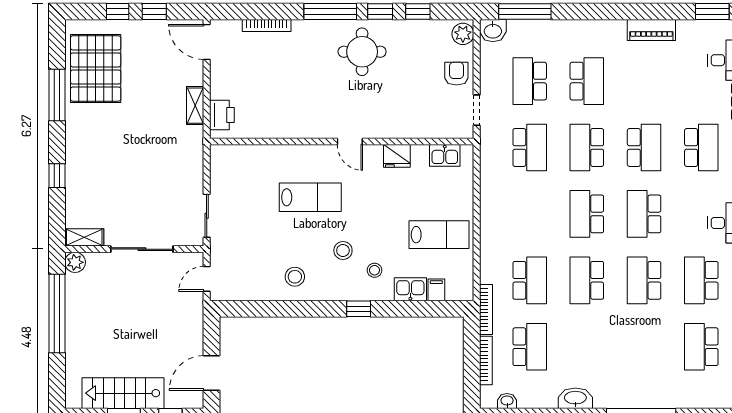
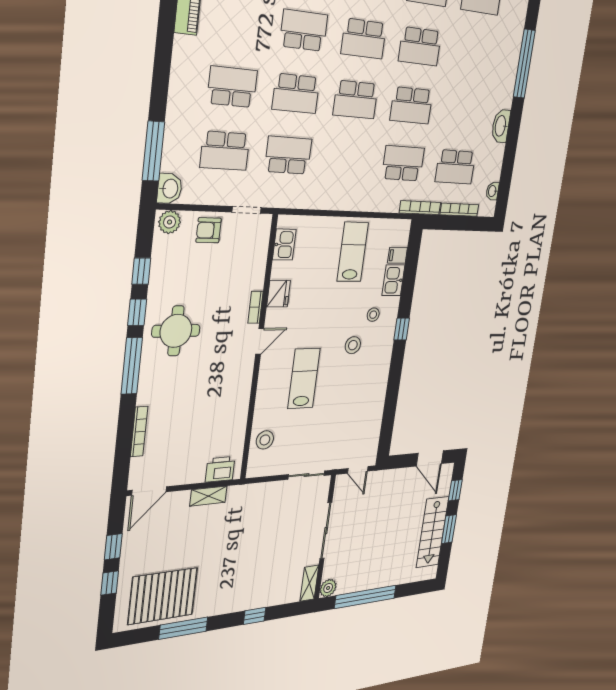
bookcase: (384, 132) -> (256, 307), added
stool: (295, 277) -> (265, 440), moved
school desk: (530, 347) -> (455, 167), turned 180

